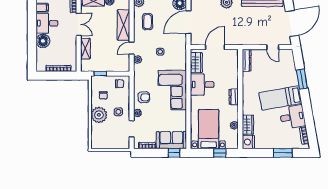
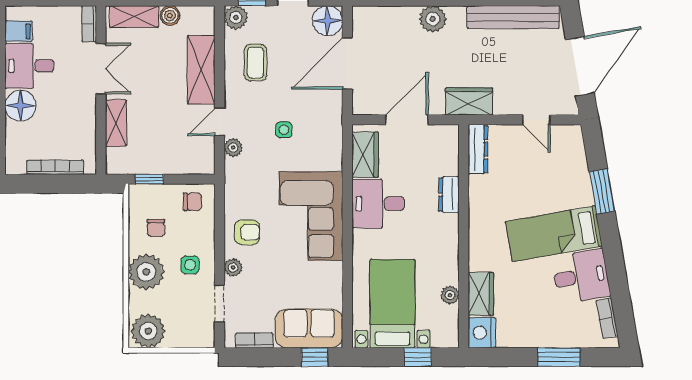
wardrobe: (243, 39) -> (469, 102), added
dresser: (234, 97) -> (449, 195), moved
plant: (100, 141) -> (148, 331), added

